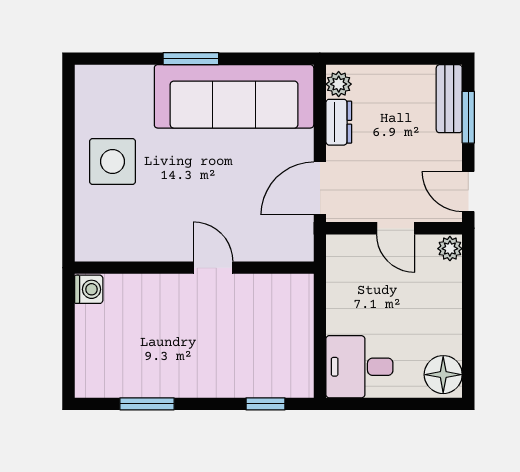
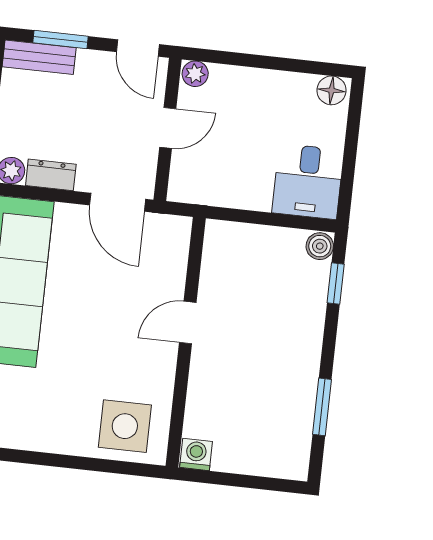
side table: (113, 161) -> (125, 426), moved
door: (468, 191) -> (138, 48), hinge flipped
floor lamp: (443, 375) -> (332, 90), width x0.73, depth x0.73
boiler: (299, 385) -> (320, 246), added

